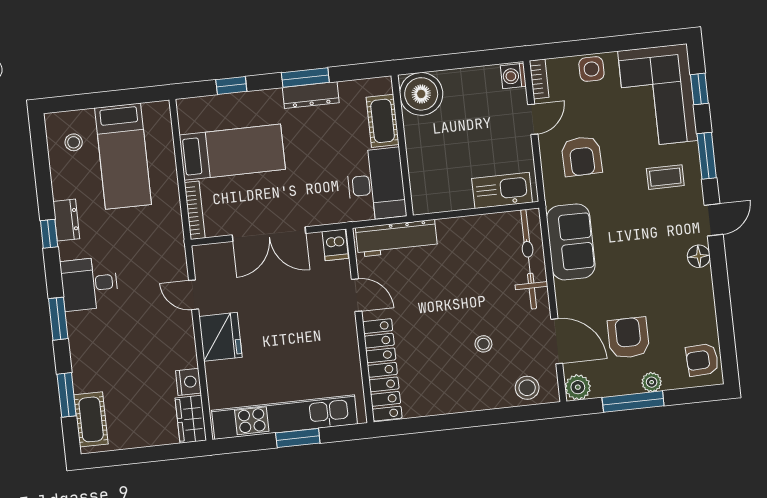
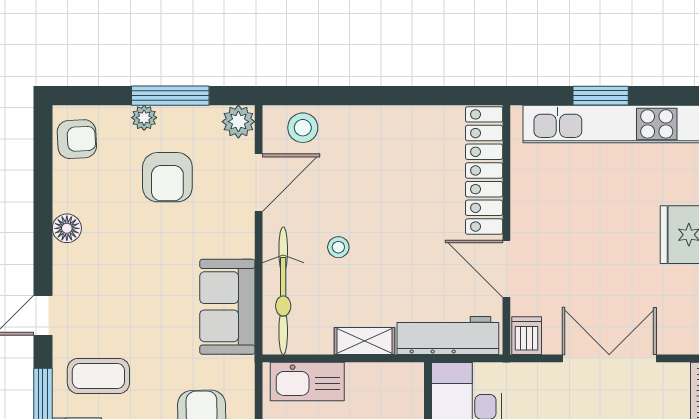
coffee table: (665, 177) -> (98, 376), width x1.36, depth x1.30
shelving: (461, 227) -> (365, 341), added
floor lamp: (699, 256) -> (67, 228), moved
door: (357, 295) -> (506, 269), width x1.38
door: (557, 341) -> (259, 183), swing flipped
stool: (483, 344) -> (338, 247), moved

